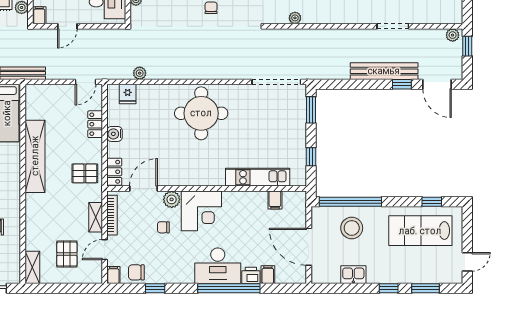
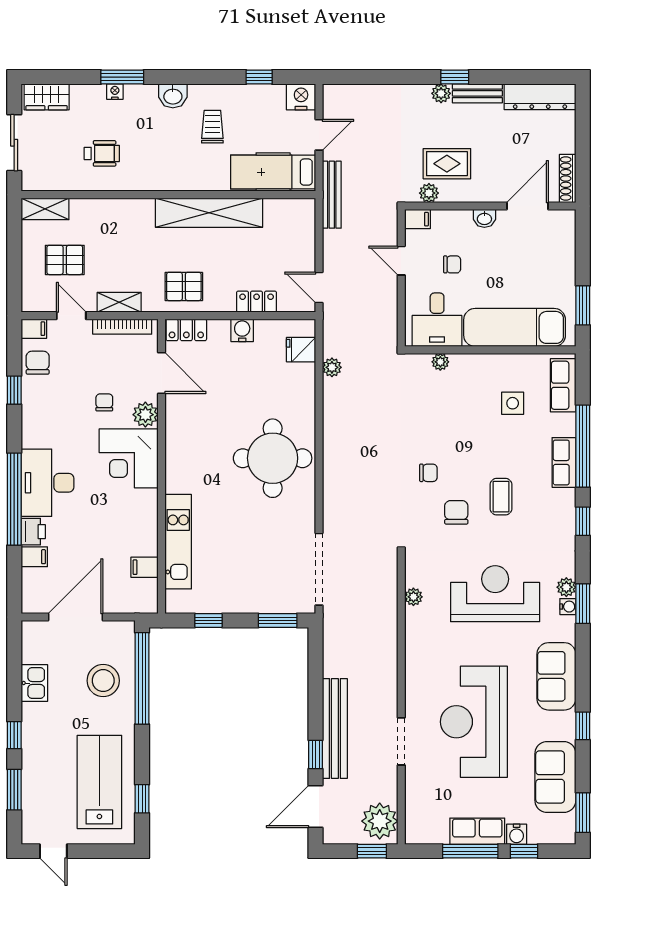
plant: (453, 35) -> (380, 821), width x1.88, depth x1.88
pallet: (85, 173) -> (184, 286), turned 90

